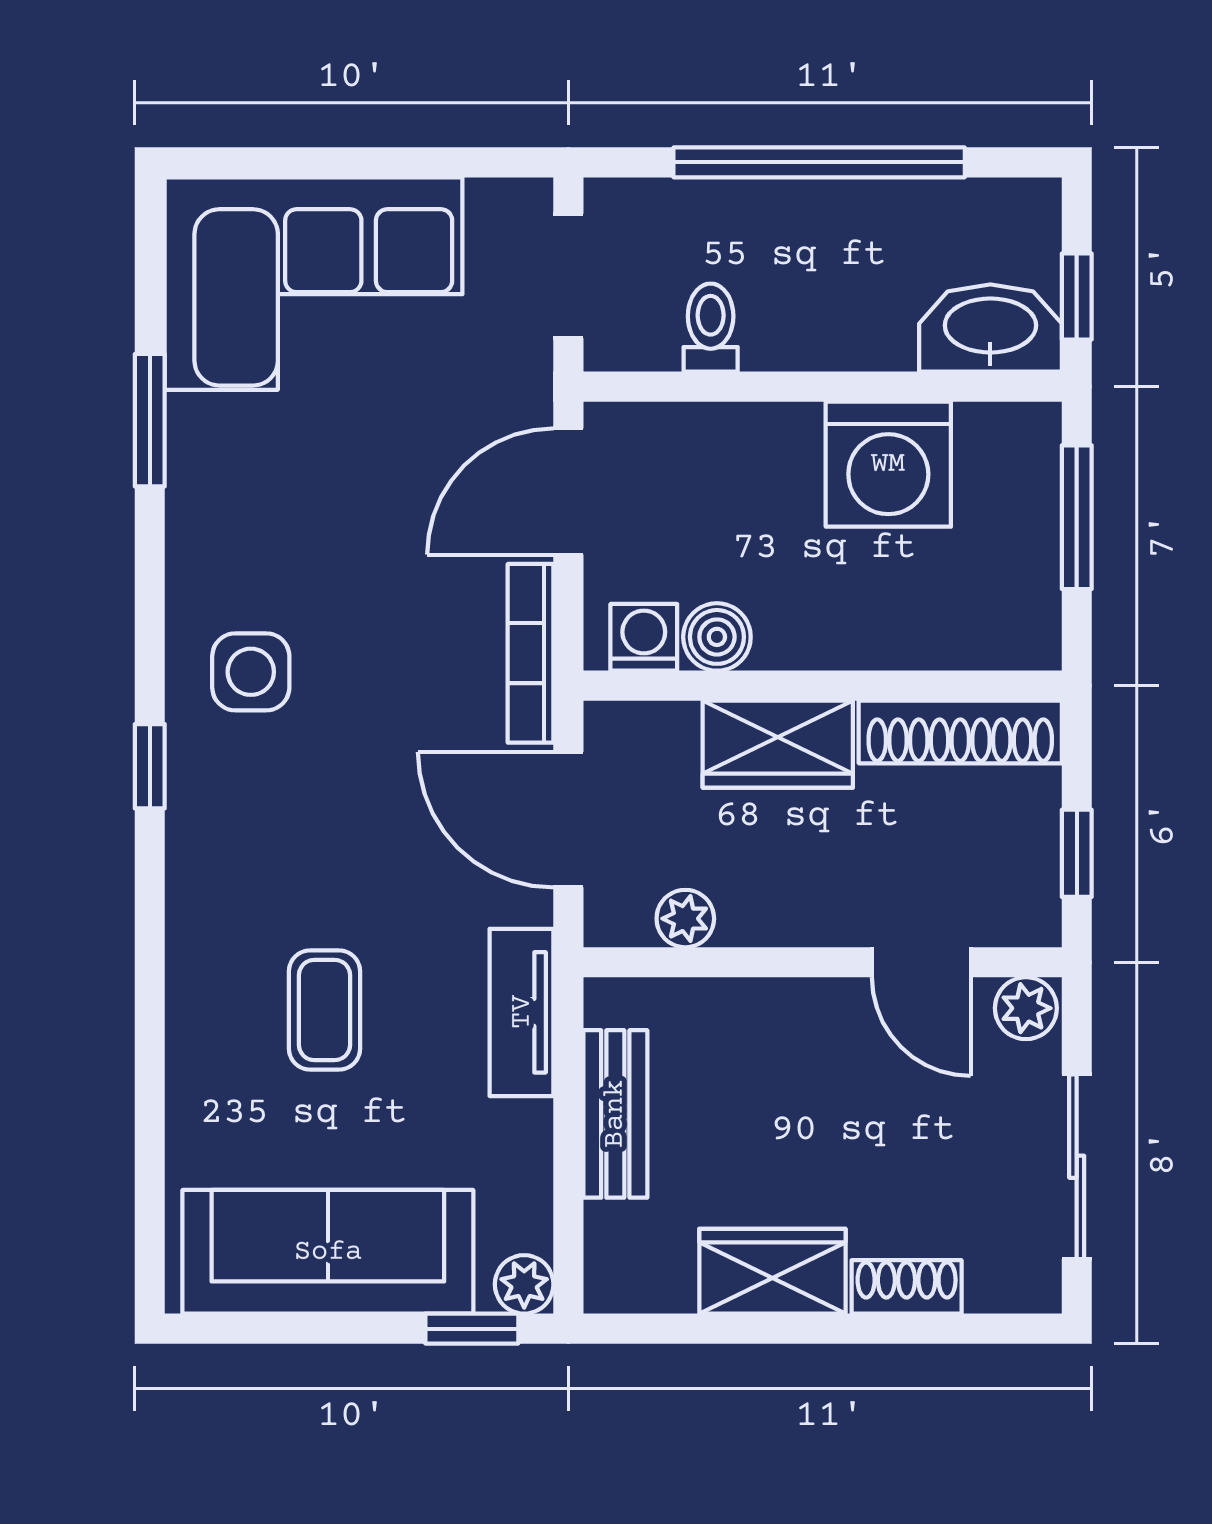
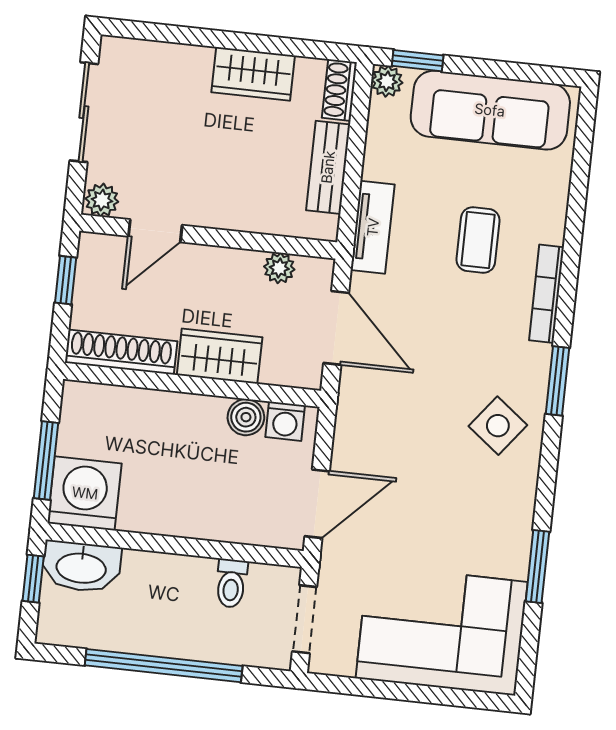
washing machine: (888, 464) -> (85, 493), moved
bookcase: (531, 653) -> (546, 294), moved, turned 180
side table: (251, 672) -> (498, 426), turned 38
window: (150, 766) -> (558, 381), width x1.50
door: (921, 962) -> (155, 231), swing flipped
shoe rack: (907, 1287) -> (339, 90), moved, turned 90

